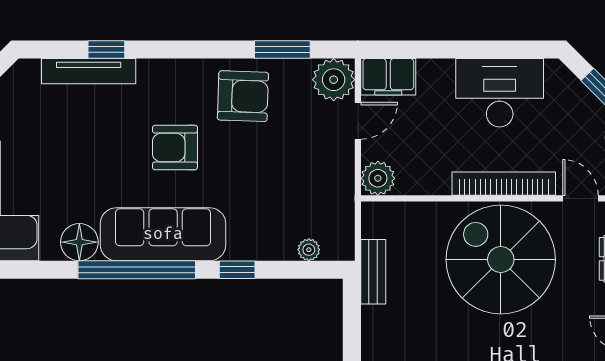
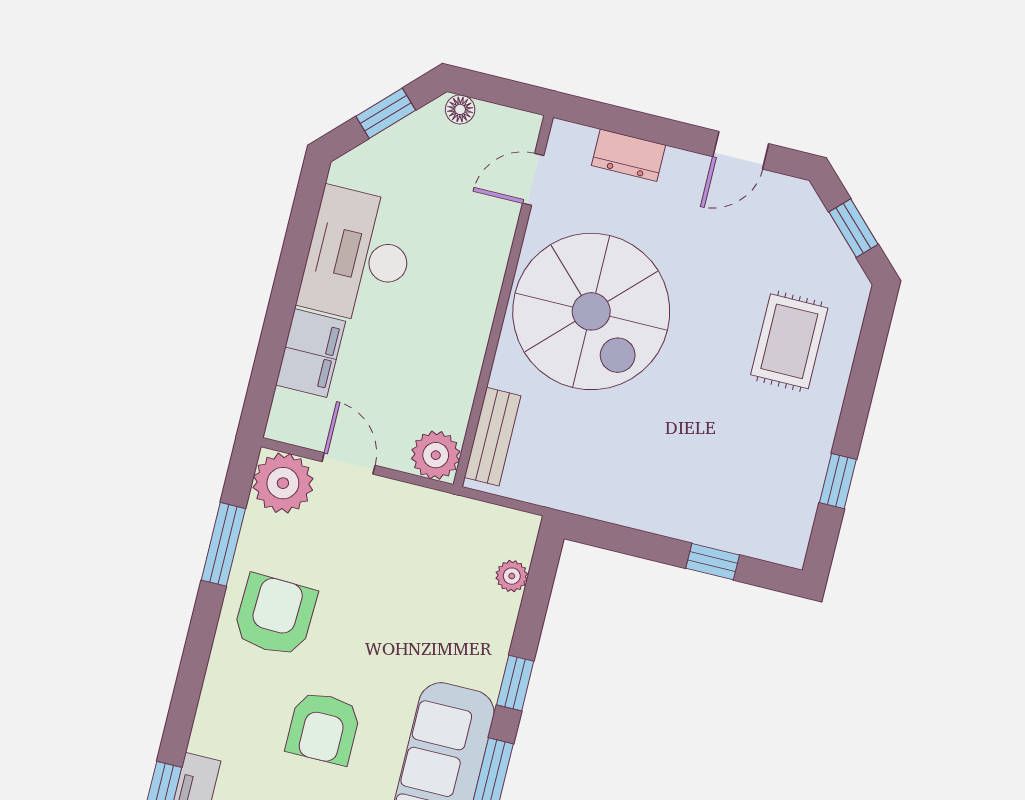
filing cabinet: (388, 77) -> (311, 353), moved
bookcase: (504, 184) -> (486, 281), removed
spiral stairs: (501, 260) -> (591, 311), turned -90
bench: (373, 272) -> (493, 437), moved, turned 90

